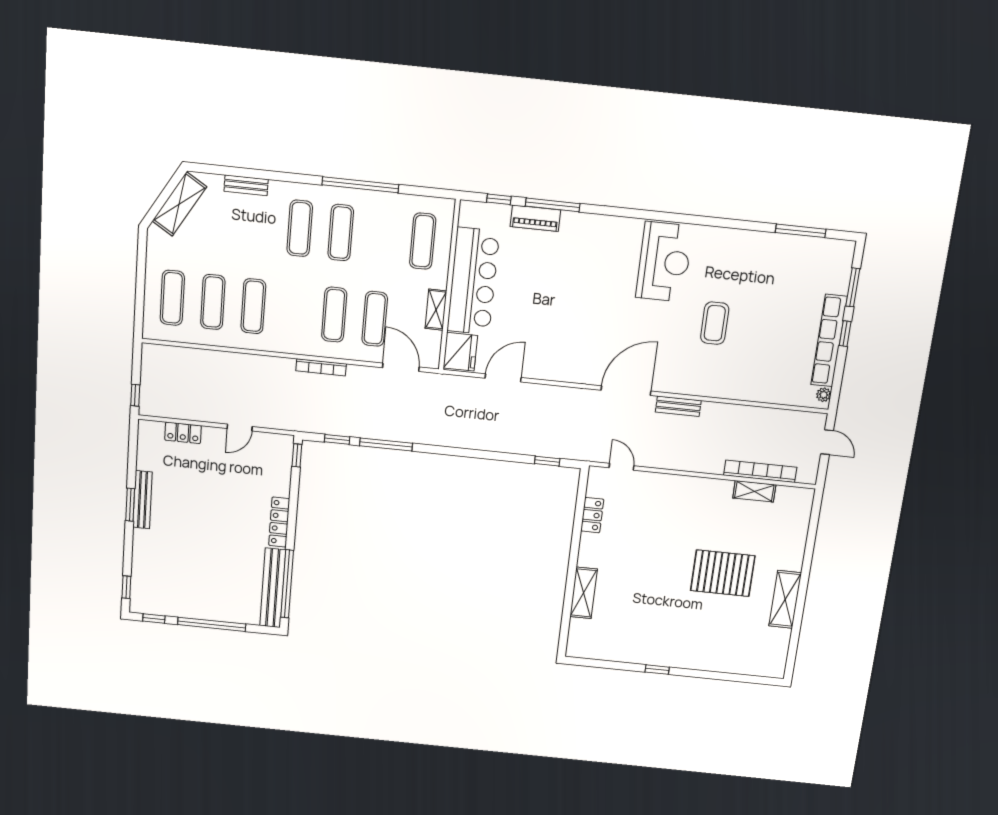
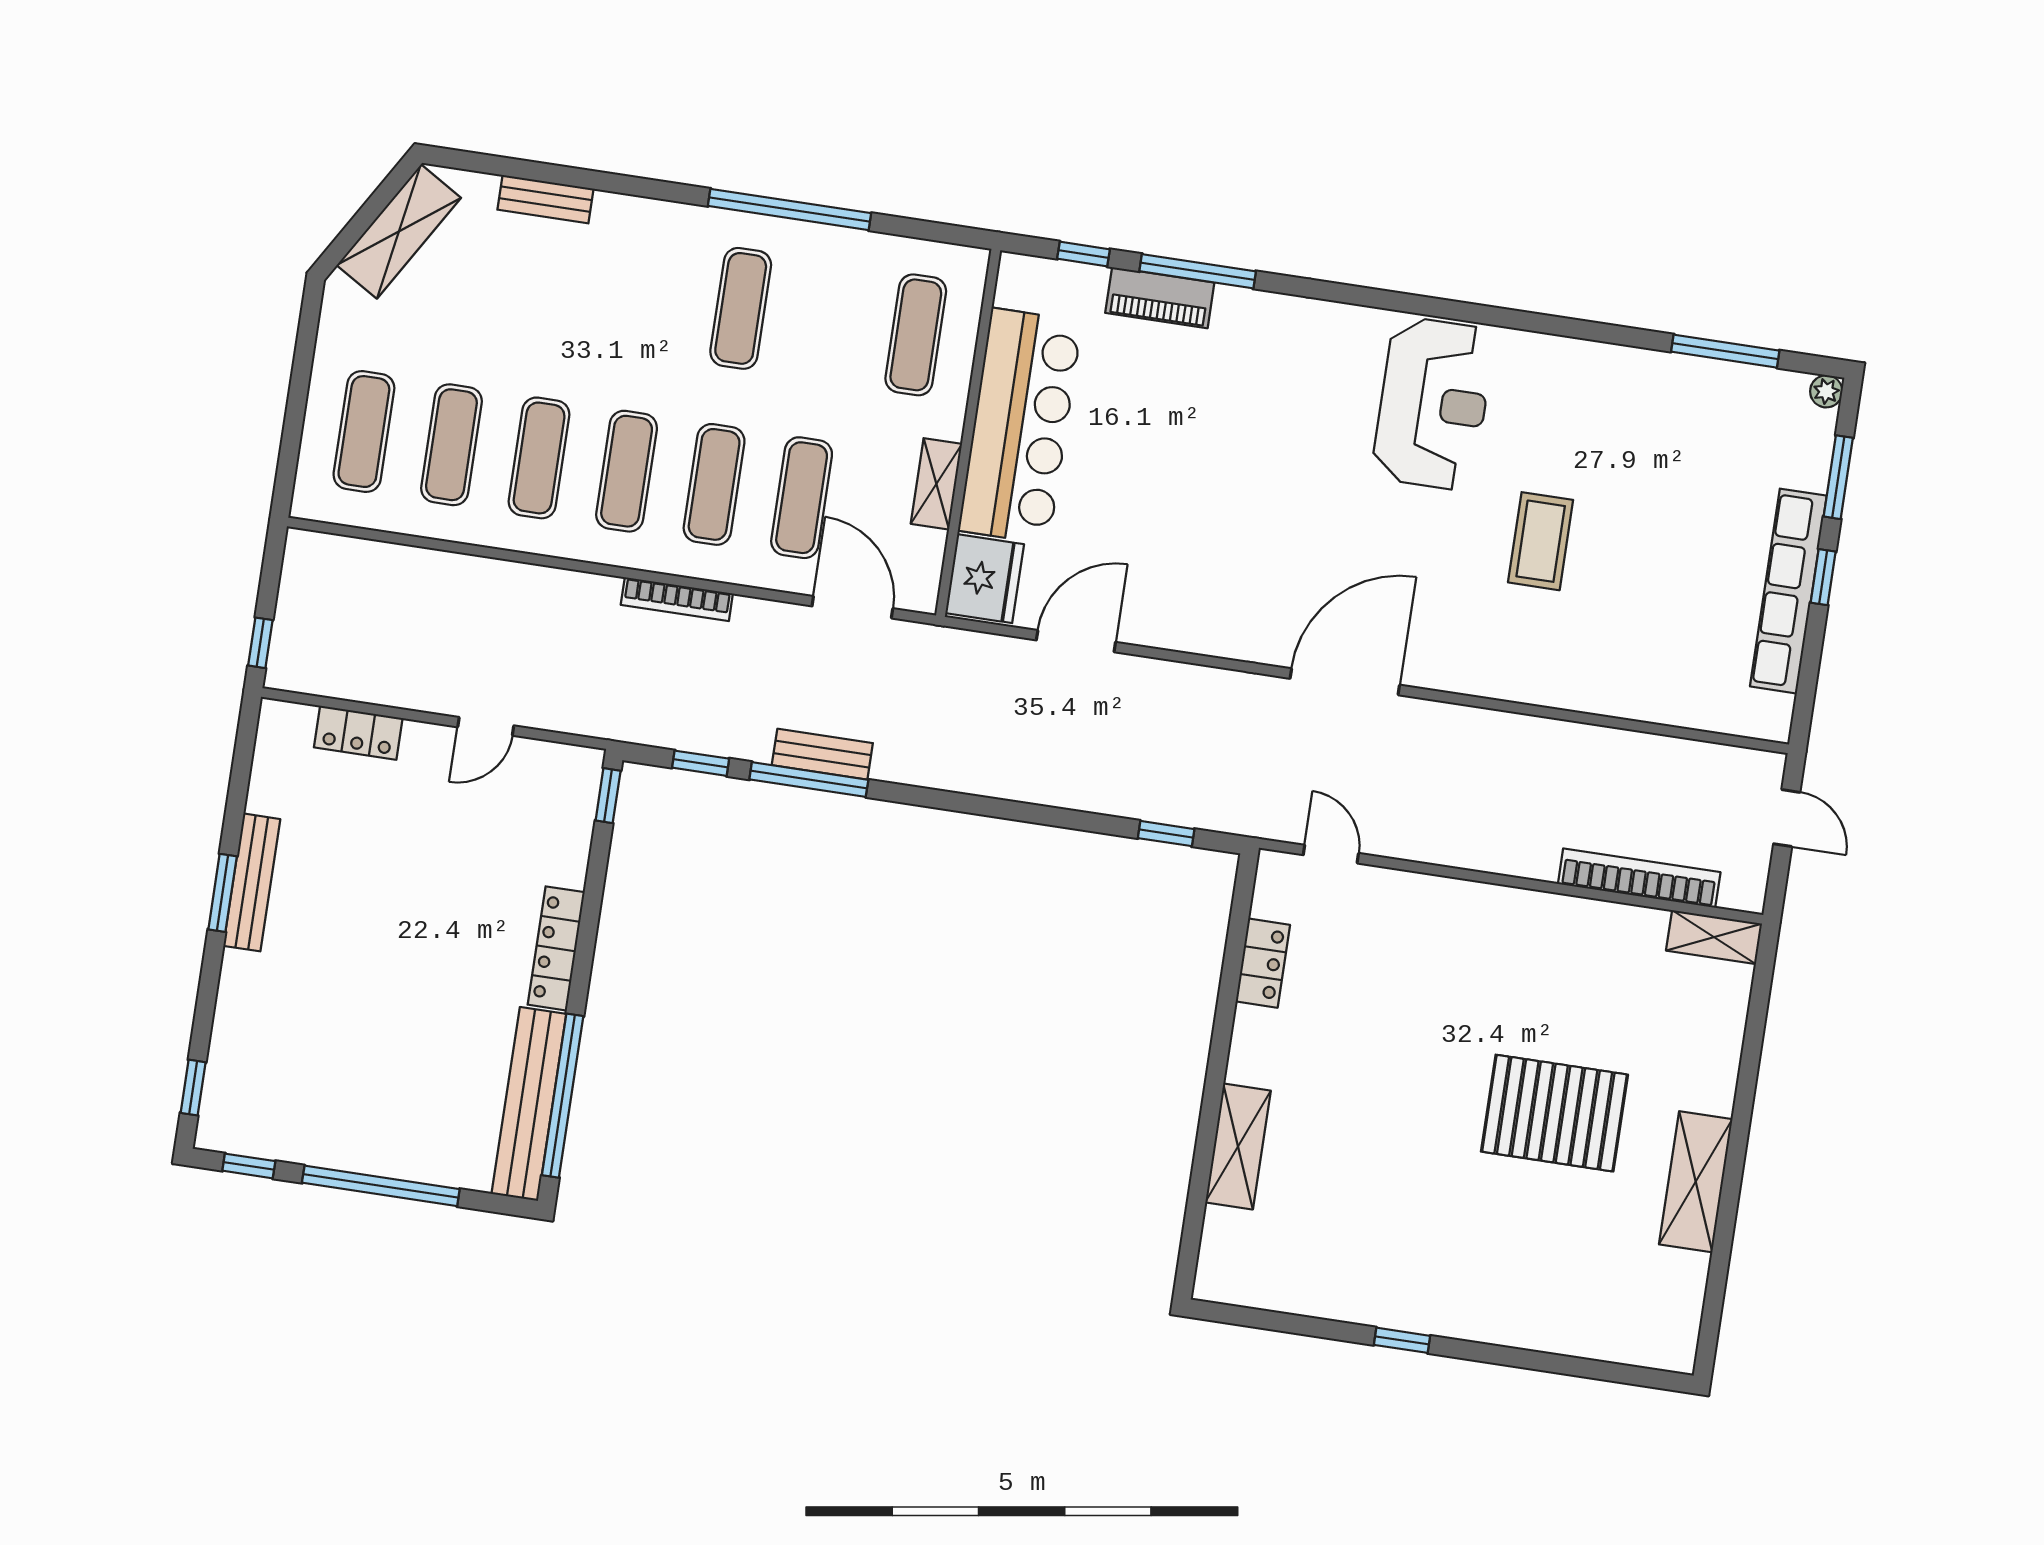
exercise mat: (300, 228) -> (627, 471), moved
plant: (824, 395) -> (1826, 391), moved
bench: (678, 406) -> (822, 754), moved
shelving: (754, 491) -> (1714, 937), moved

